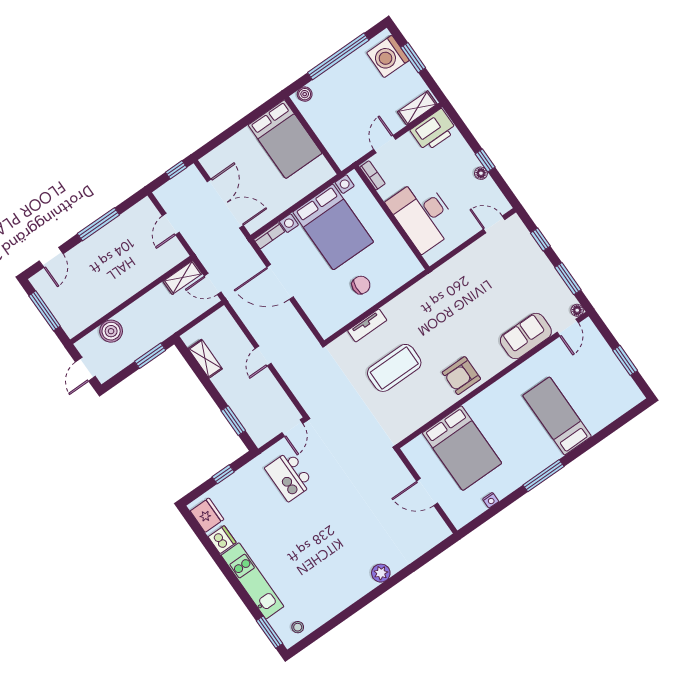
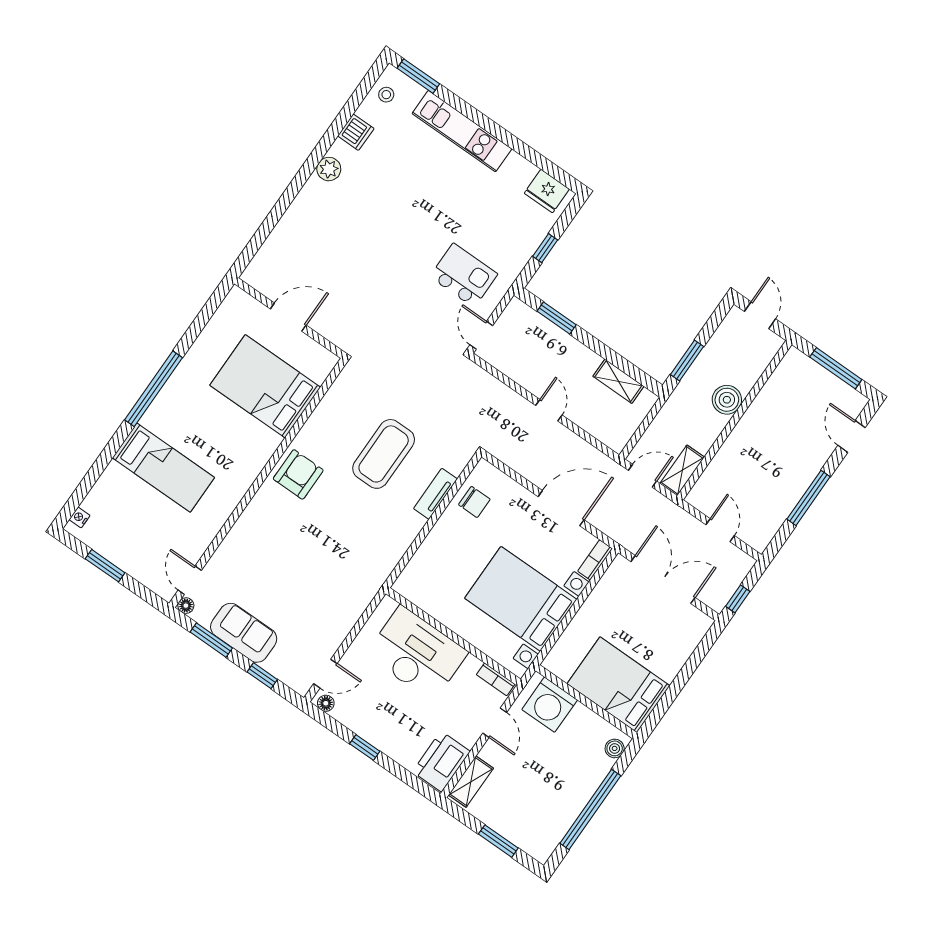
washing machine: (388, 56) -> (550, 705), moved, turned 180
floor lamp: (481, 173) -> (326, 703), moved
double door: (225, 204) -> (663, 580), swing flipped
chair: (361, 285) -> (474, 502), moved, turned -94
boiler: (111, 331) -> (727, 400), moved
sofa: (526, 336) -> (244, 633), moved, turned -90
window: (543, 476) -> (154, 389), width x1.46
nightstand: (491, 500) -> (80, 517), moved
dishwasher: (222, 540) -> (356, 132), moved, turned -90
plant: (381, 573) -> (329, 169), moved

